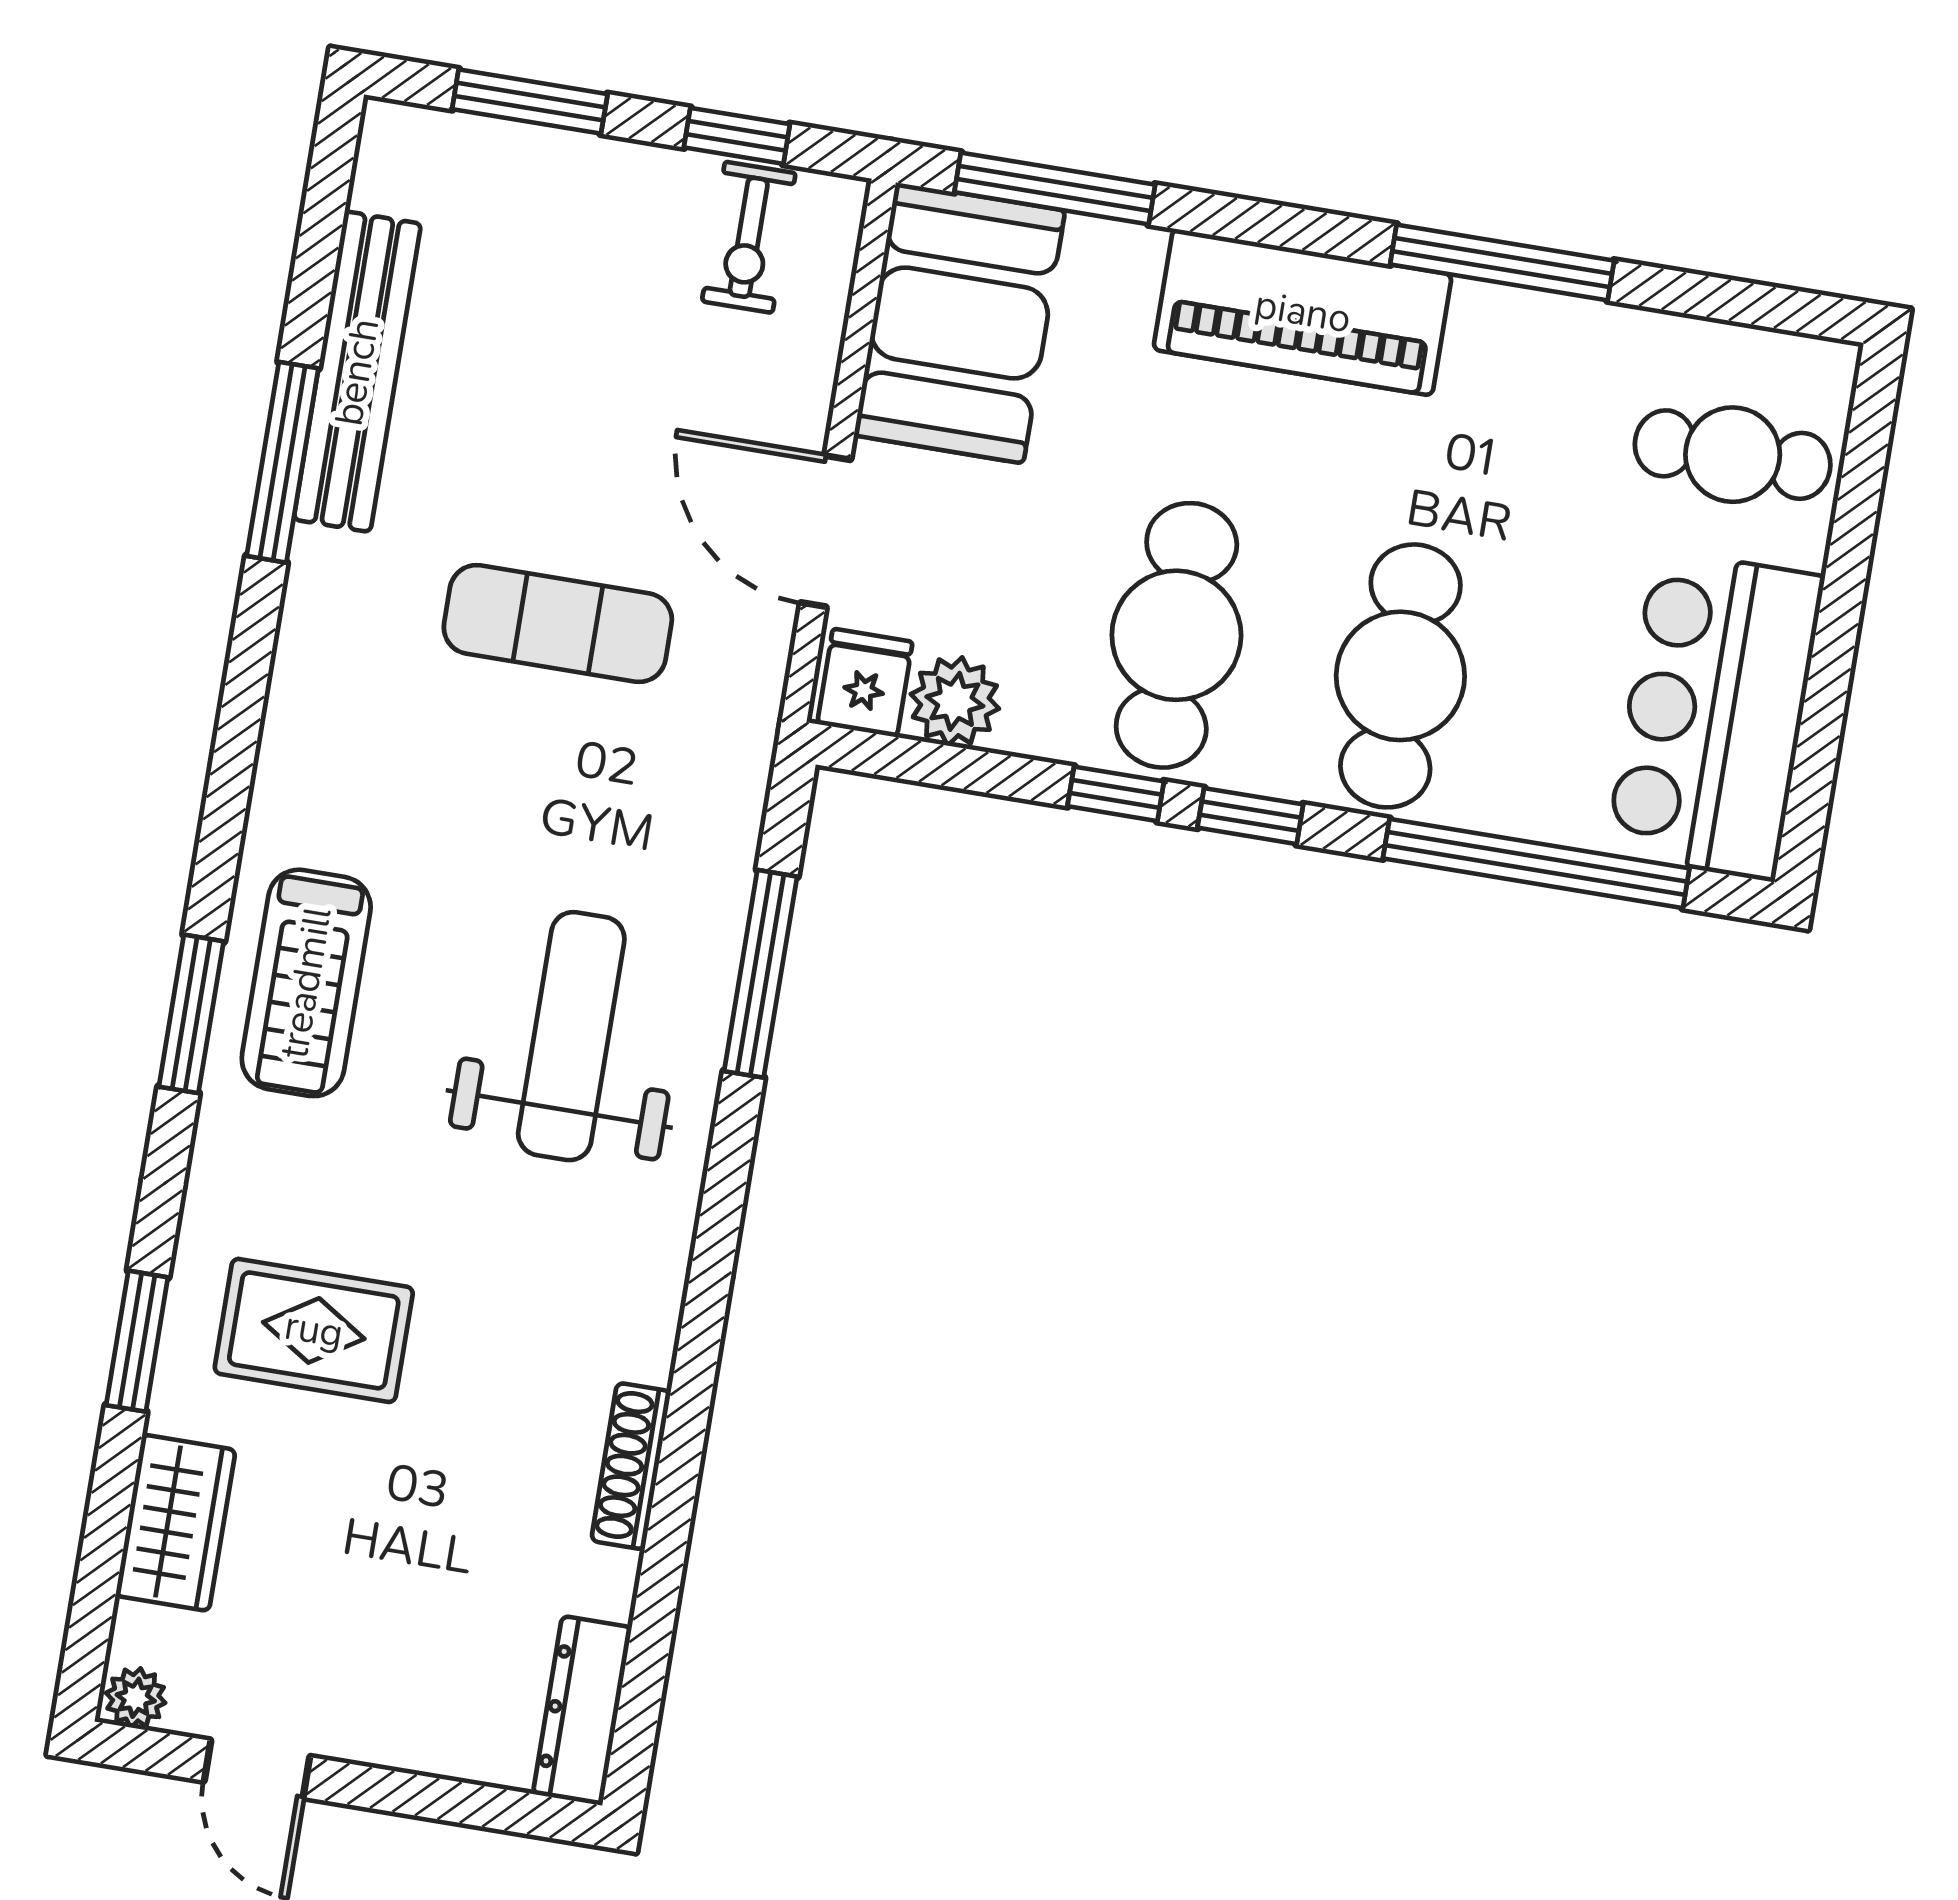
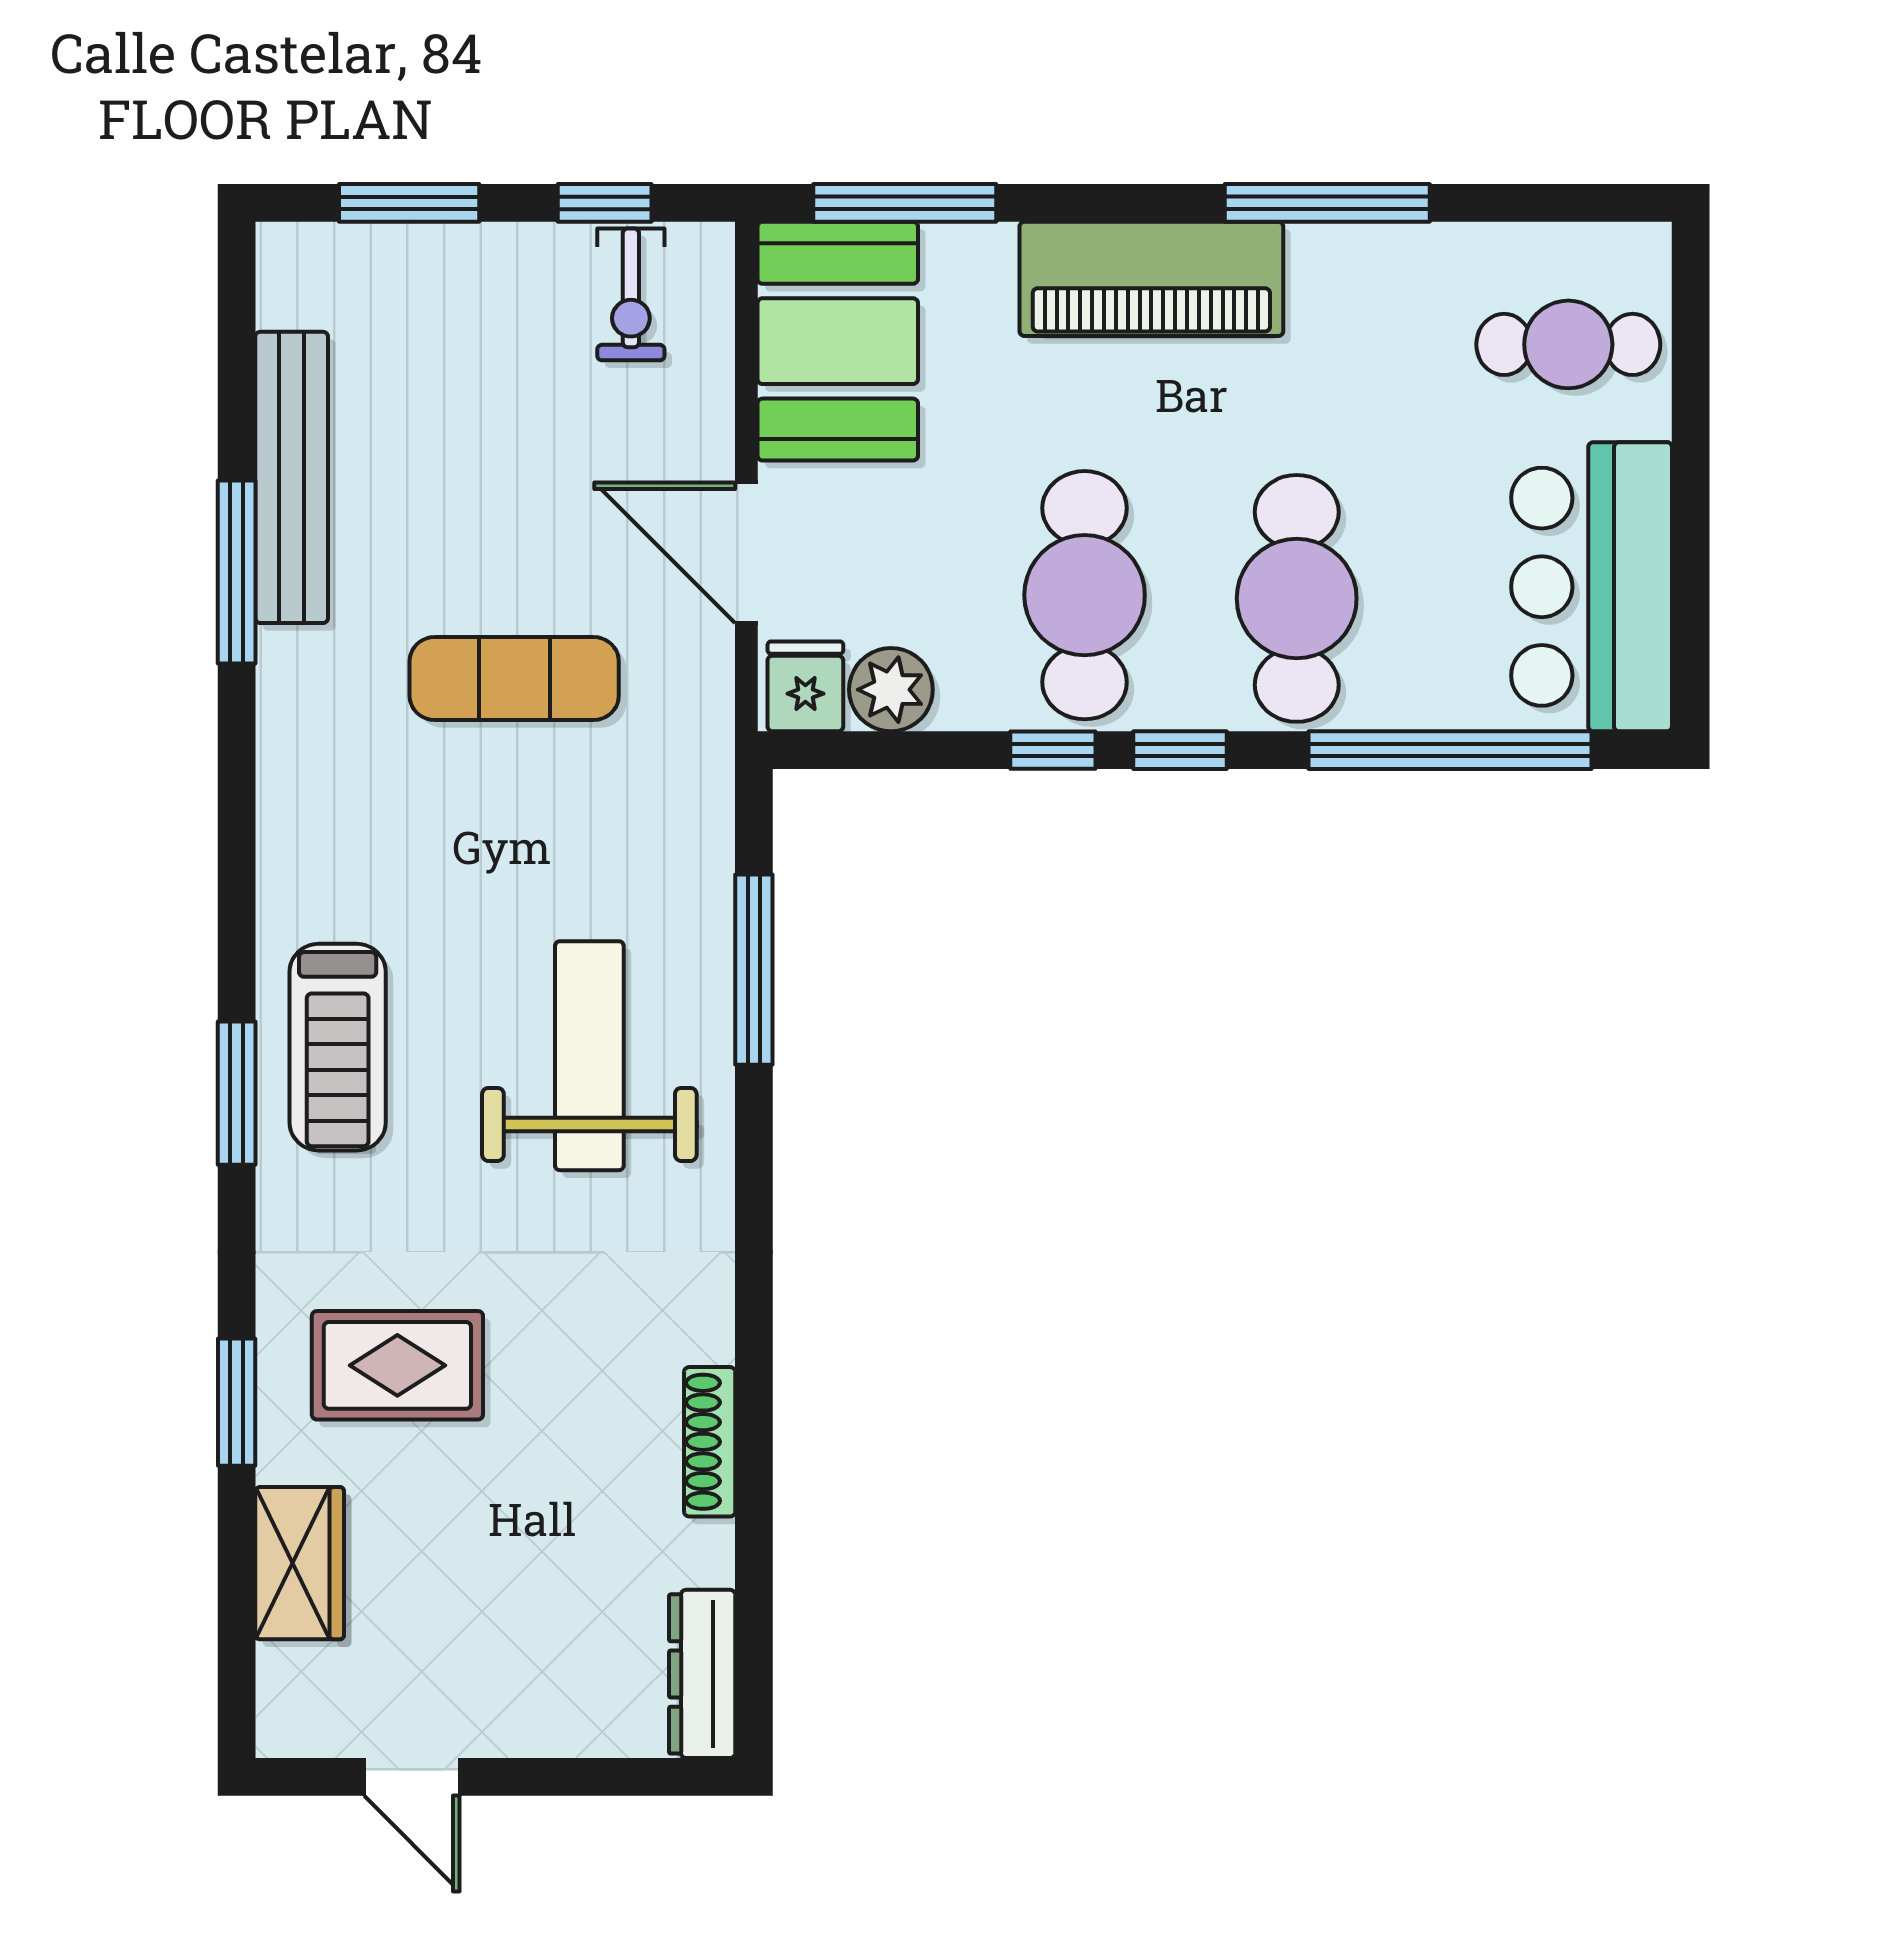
plant: (136, 1698) -> (290, 1730), removed

